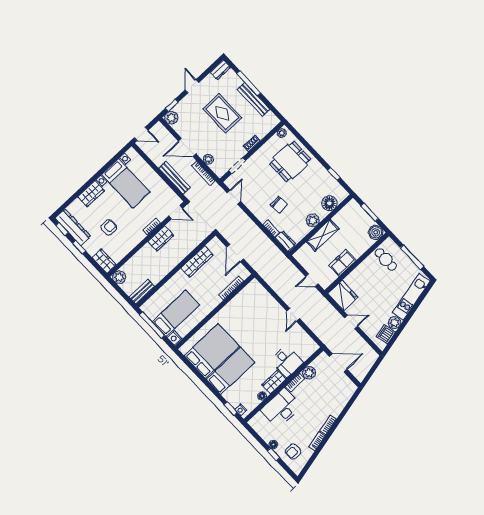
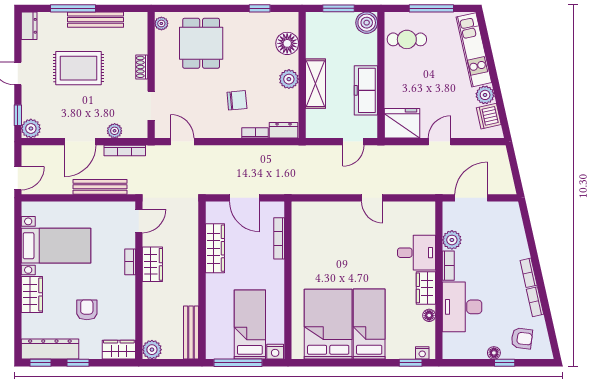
freezer: (342, 263) -> (366, 90), width x1.40
bench: (142, 292) -> (191, 333), width x1.36
armchair: (293, 451) -> (522, 338), turned -83

